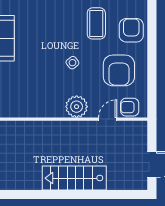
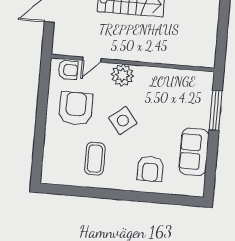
armchair: (131, 30) -> (150, 169), moved
side table: (72, 63) -> (123, 121), width x1.87, depth x1.87

